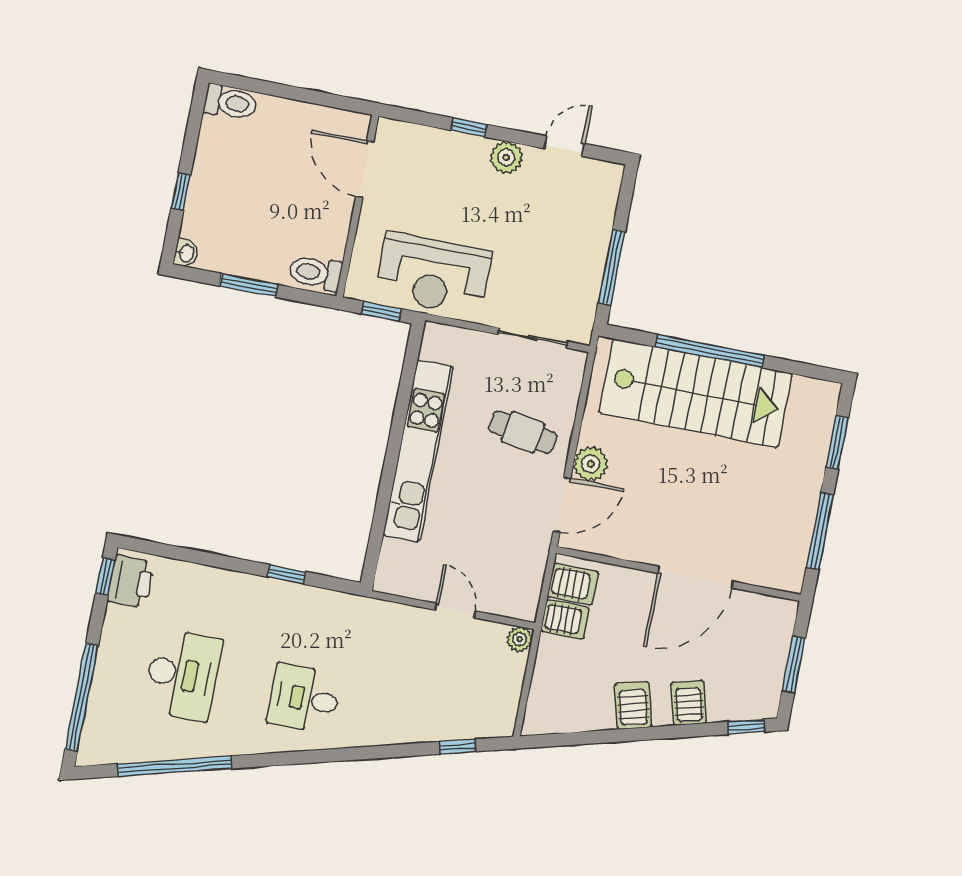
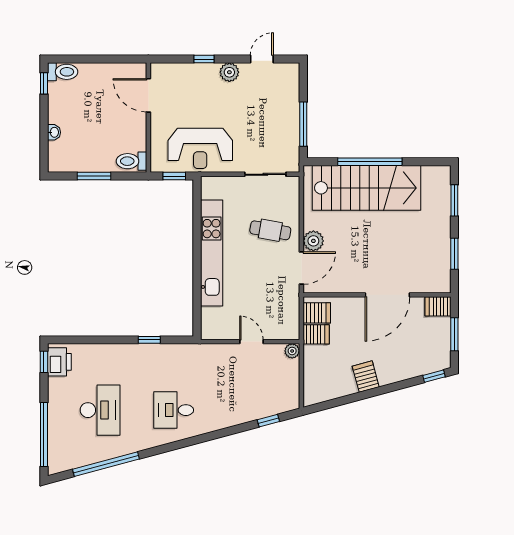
window: (181, 192) -> (44, 83), moved
washbasin: (186, 253) -> (54, 132), moved
window: (820, 531) -> (454, 254), width x0.69
server rack: (689, 703) -> (438, 306), moved, turned -75

